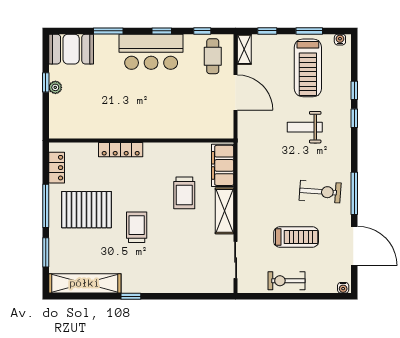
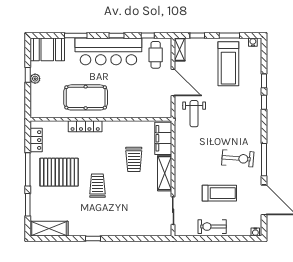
bar counter: (151, 52) -> (108, 51), width x1.36
pool table: (121, 112) -> (86, 97), added
weight bench: (305, 127) -> (194, 114), moved, turned -90
shelving: (85, 283) -> (49, 229), width x0.68

